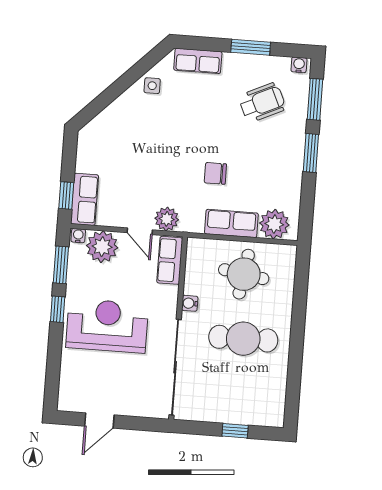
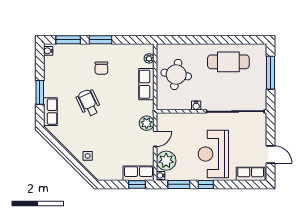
window: (251, 47) -> (40, 92), moved
side table: (152, 86) -> (88, 156), moved
wheelchair: (262, 102) -> (89, 103), moved
chair: (215, 173) -> (101, 68), moved
plant: (274, 224) -> (149, 58), width x0.53, depth x0.53
row of seats: (170, 260) -> (251, 174), moved, turned 180
cafe table: (243, 339) -> (228, 62), moved, turned 90
window: (235, 431) -> (270, 73), width x2.17

